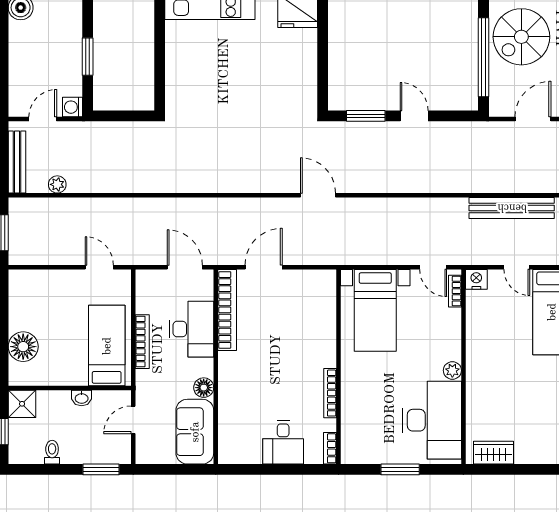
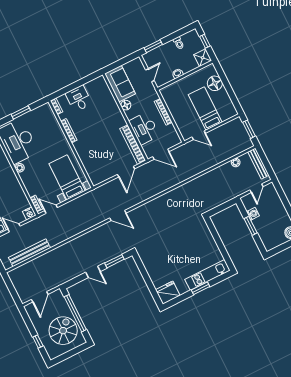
washing machine: (72, 107) -> (253, 214), moved
bed: (107, 346) -> (205, 109), moved, turned 180

